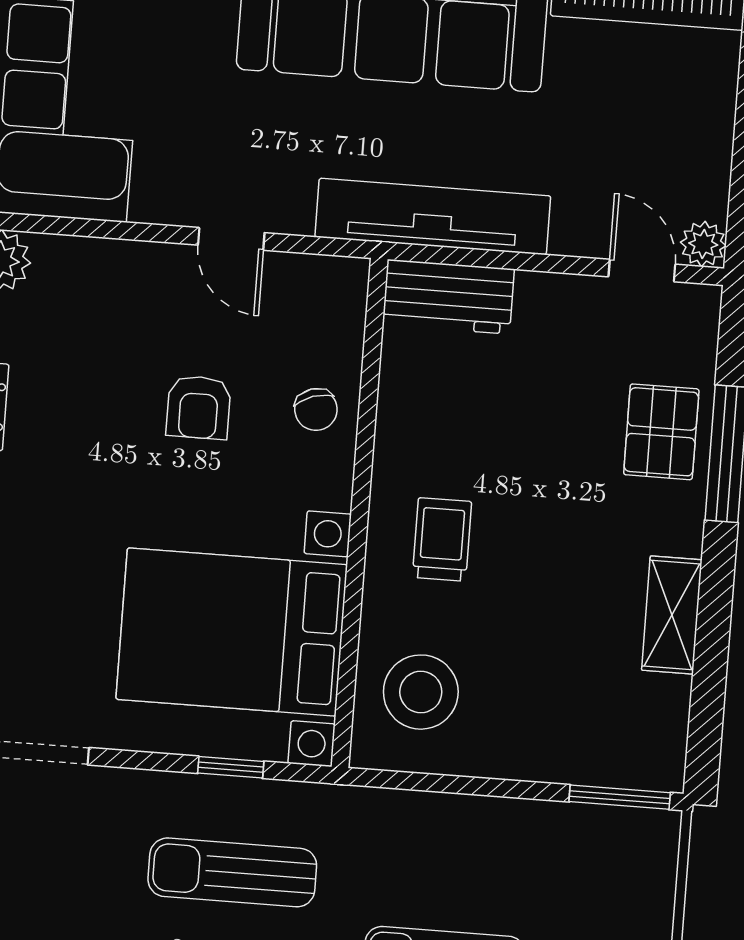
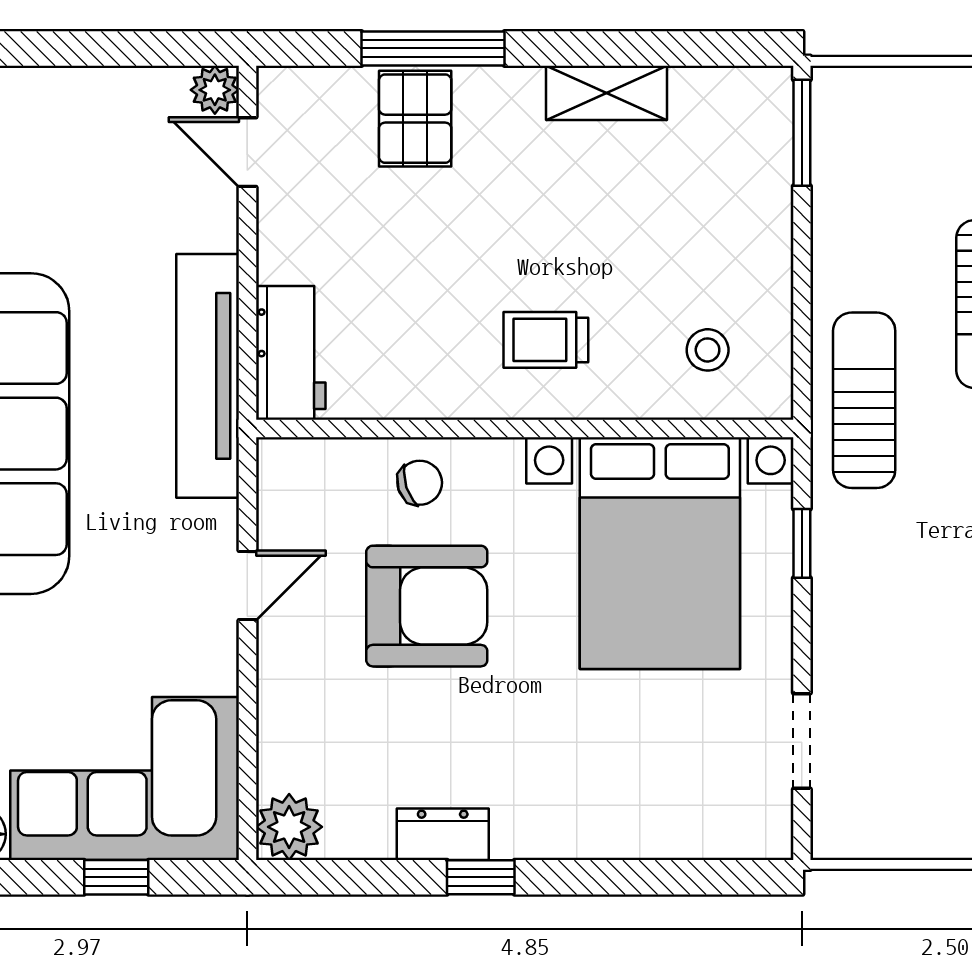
door: (642, 270) -> (247, 152), hinge flipped
armchair: (199, 407) -> (427, 606), width x1.88, depth x1.88
pallet: (661, 432) -> (415, 119), turned 90
stool: (421, 692) -> (708, 350), width x0.53, depth x0.53
sun lounger: (232, 872) -> (864, 400), moved, turned 180

